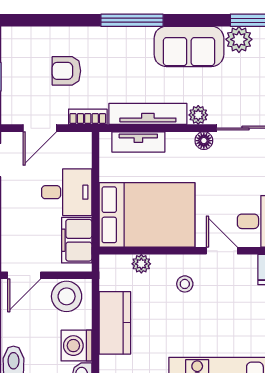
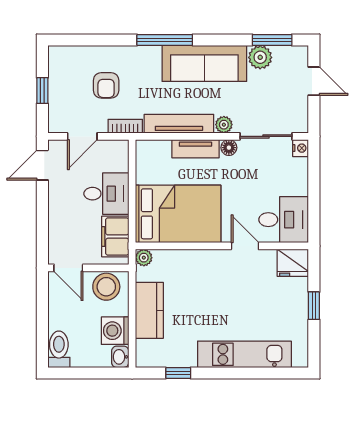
sofa: (189, 46) -> (204, 63), width x1.36
armchair: (66, 71) -> (106, 85), turned -90
tv unit: (138, 142) -> (195, 149), moved
plant: (141, 264) -> (144, 258), moved
door: (24, 275) -> (68, 268), hinge flipped
stool: (185, 284) -> (212, 276), removed

